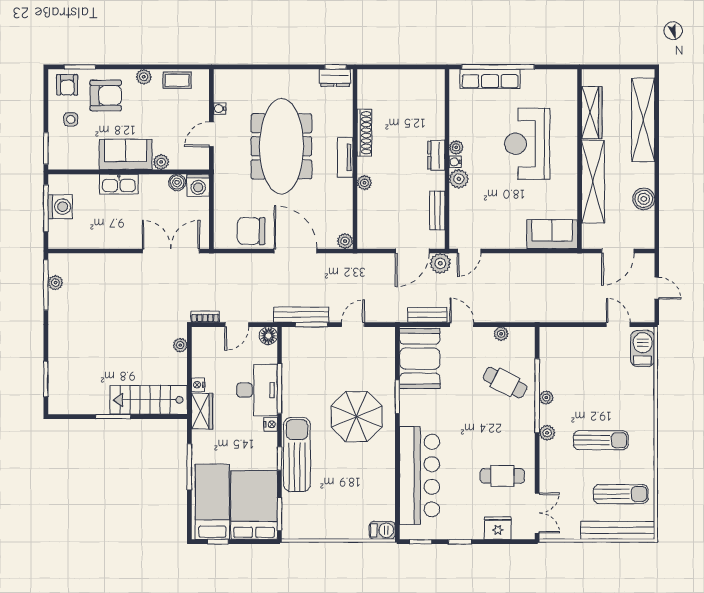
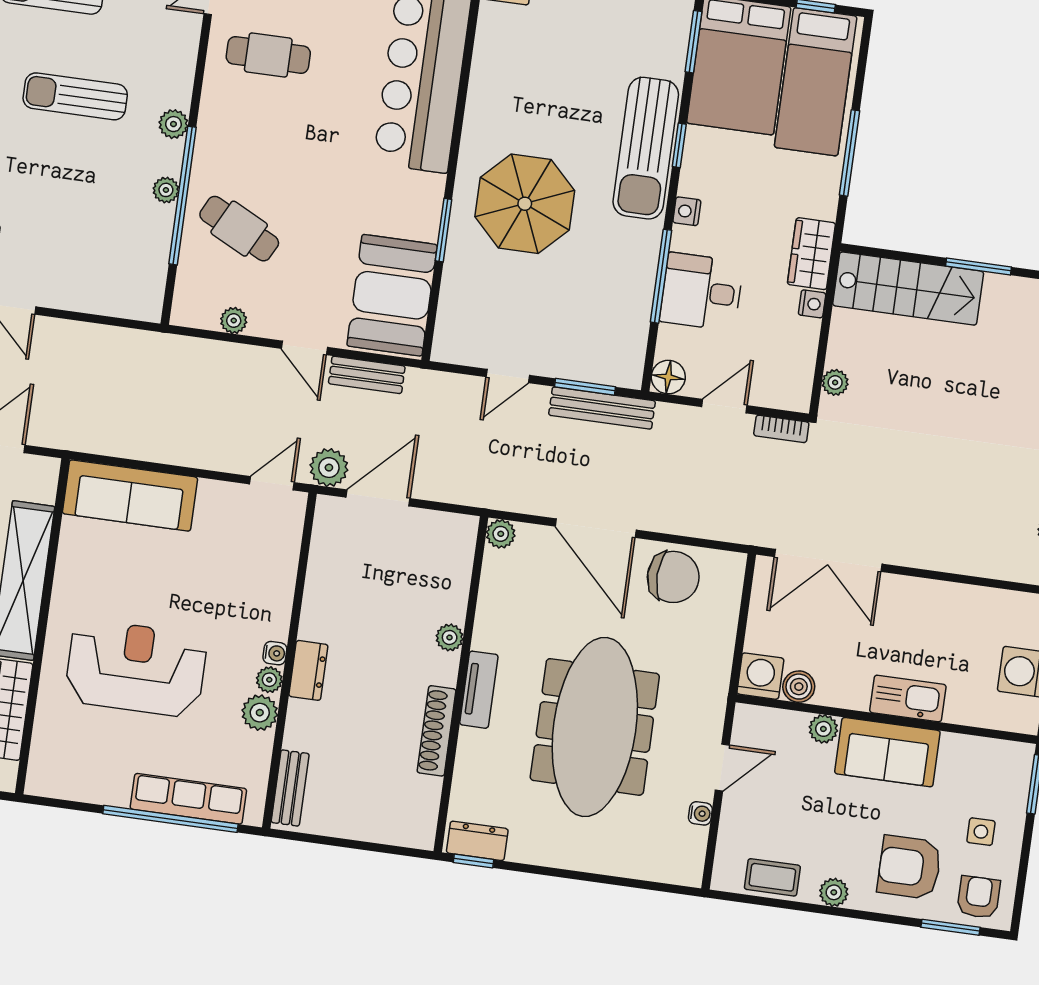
reception desk: (527, 144) -> (136, 668), turned -90
plant: (459, 179) -> (260, 713), moved
bench: (437, 210) -> (290, 788), moved
sofa: (552, 234) -> (130, 495), width x1.36
desk: (257, 390) -> (702, 292), width x0.73

